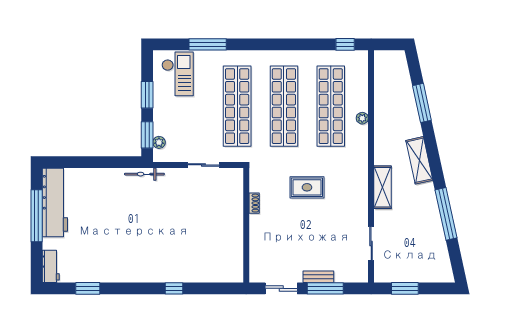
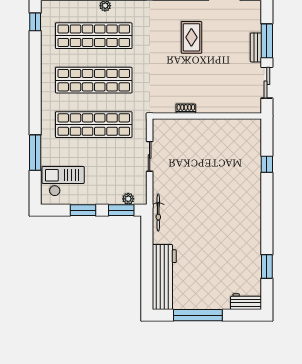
rug: (307, 187) -> (191, 37), moved
workbench: (55, 203) -> (164, 277), moved, turned 90
window: (174, 288) -> (267, 164), moved

